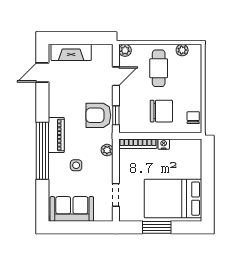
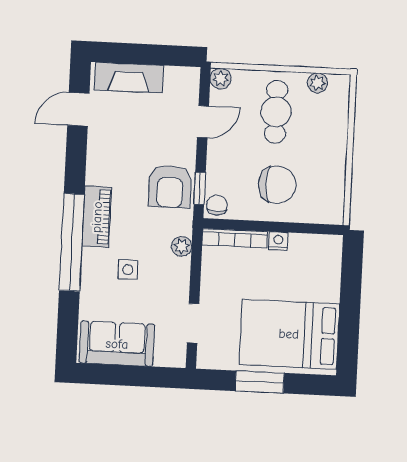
armchair: (98, 115) -> (170, 187), turned -90
chair: (193, 118) -> (217, 205), moved

